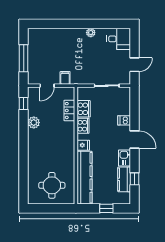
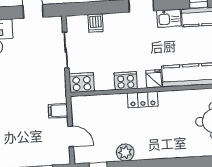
cooker: (84, 109) -> (82, 82), moved
locker: (69, 111) -> (143, 100), moved
dishwasher: (124, 120) -> (96, 23), moved

